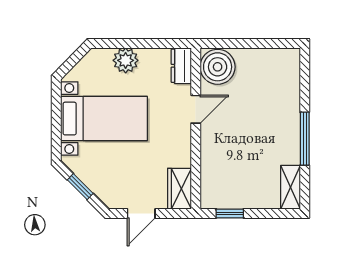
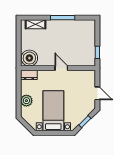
door: (196, 109) -> (61, 68), moved
shelving: (290, 187) -> (35, 24), moved
wardrobe: (179, 189) -> (86, 76), removed

